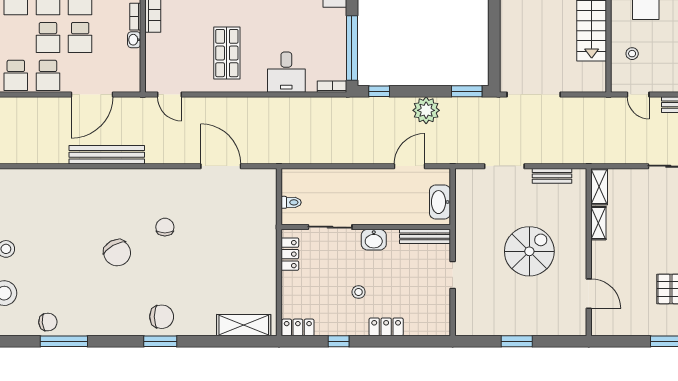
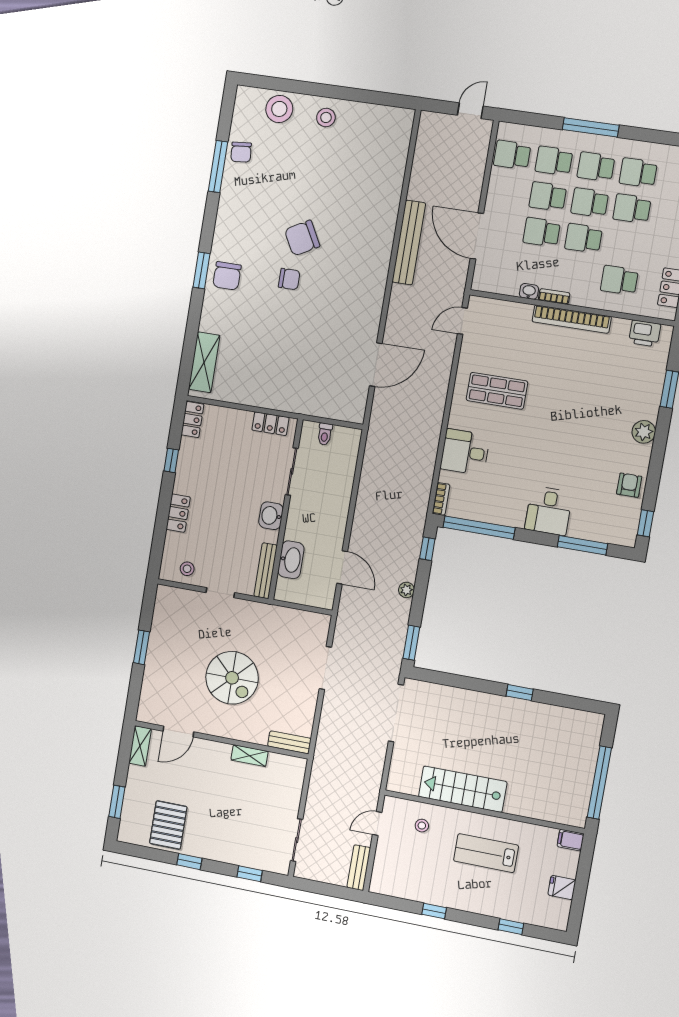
school desk: (48, 75) -> (554, 161), moved
plant: (426, 110) -> (406, 590), width x0.53, depth x0.53
bench: (552, 176) -> (289, 742), moved, turned 90
shelving: (599, 187) -> (140, 746), moved, turned 90
washbasin: (440, 202) -> (291, 560), moved, turned 90
chair: (165, 227) -> (289, 279), moved
stool: (359, 292) -> (187, 569), moved

